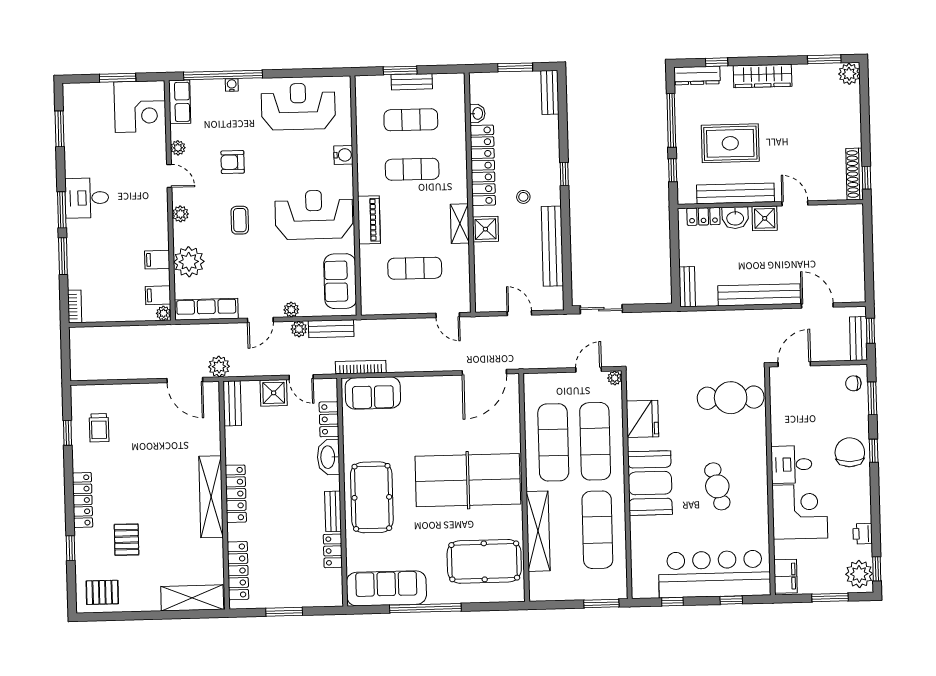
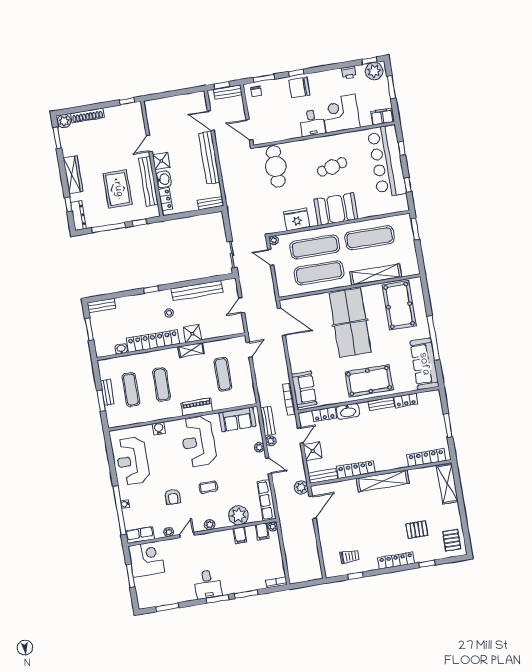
shoe rack: (855, 174) -> (87, 115), moved
door: (817, 305) -> (211, 121), hinge flipped
locker: (236, 494) -> (356, 470), moved

